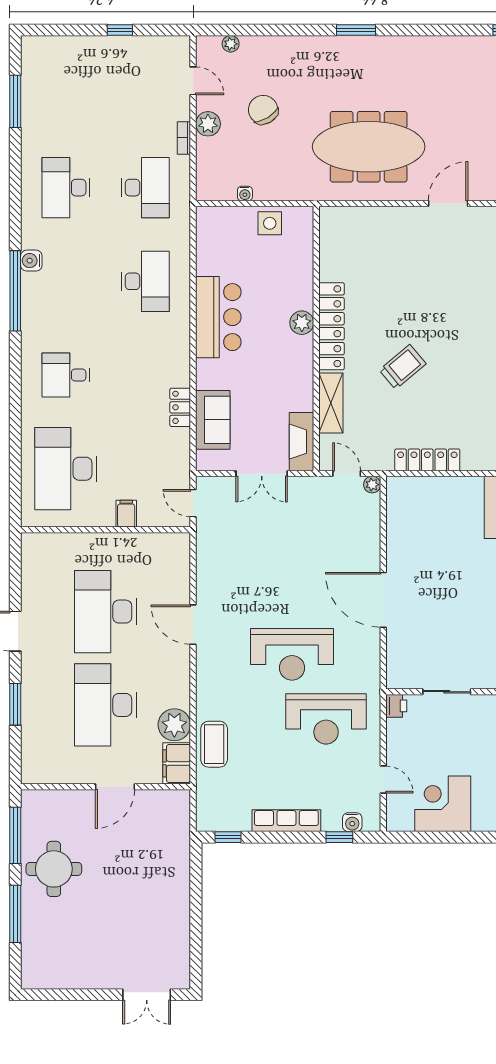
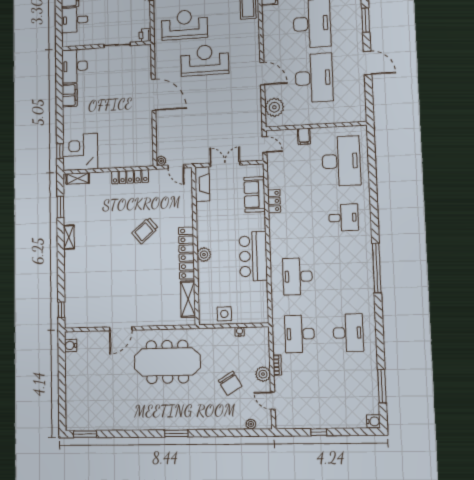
water cooler: (31, 261) -> (373, 421), moved
shelving: (331, 403) -> (188, 299), moved
plant: (174, 725) -> (274, 107), moved

